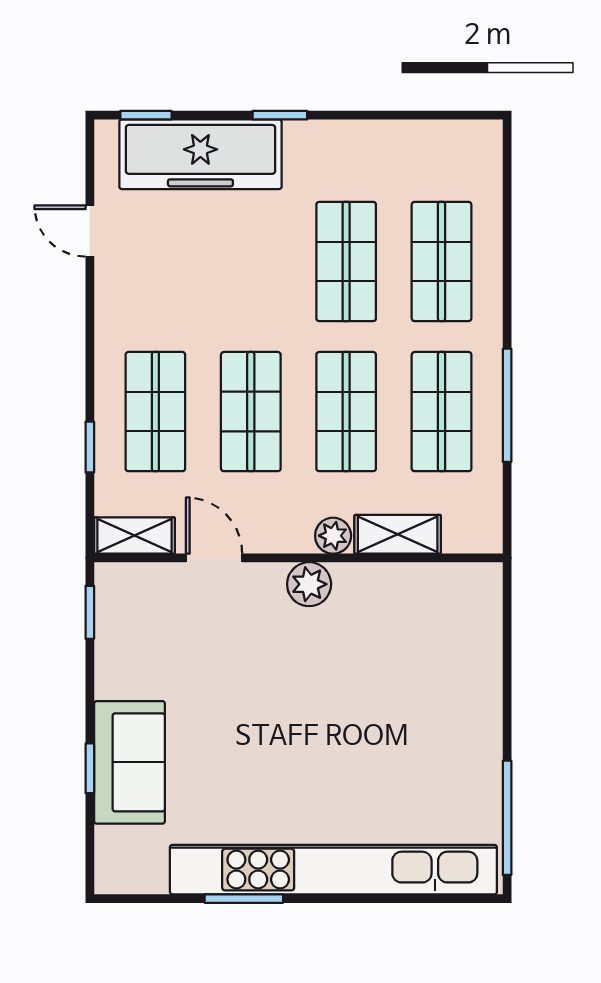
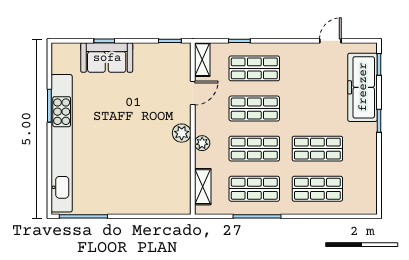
shelving: (398, 534) -> (203, 187), moved

